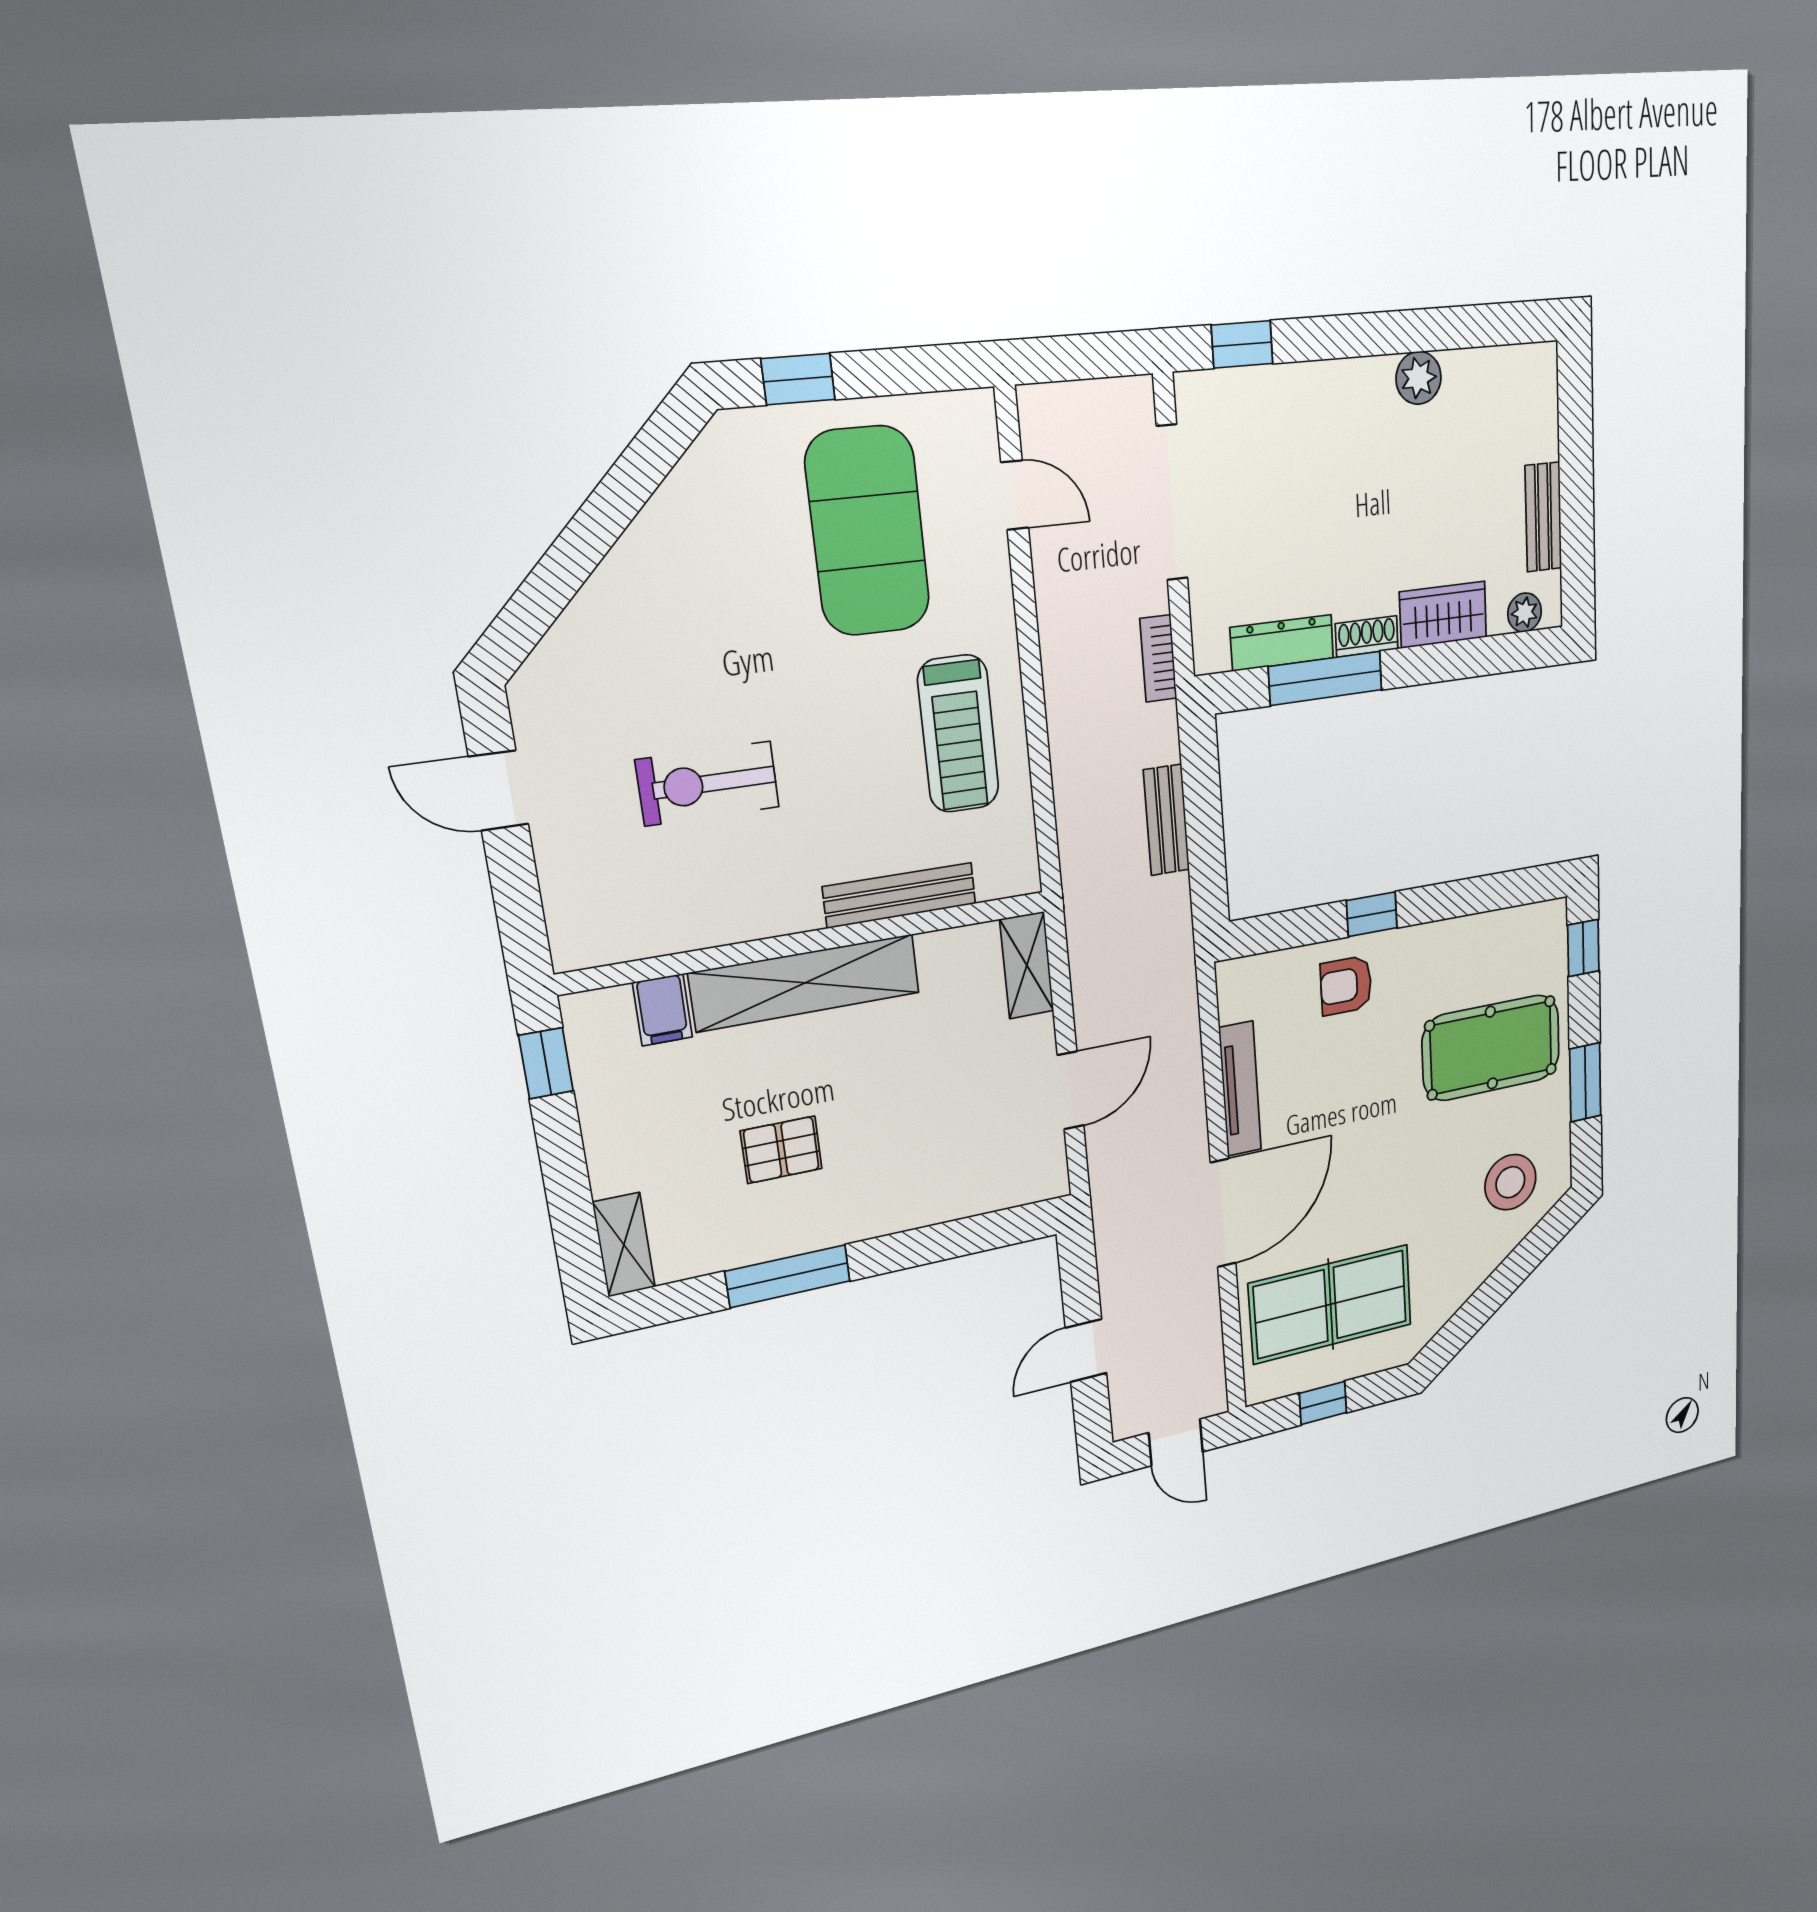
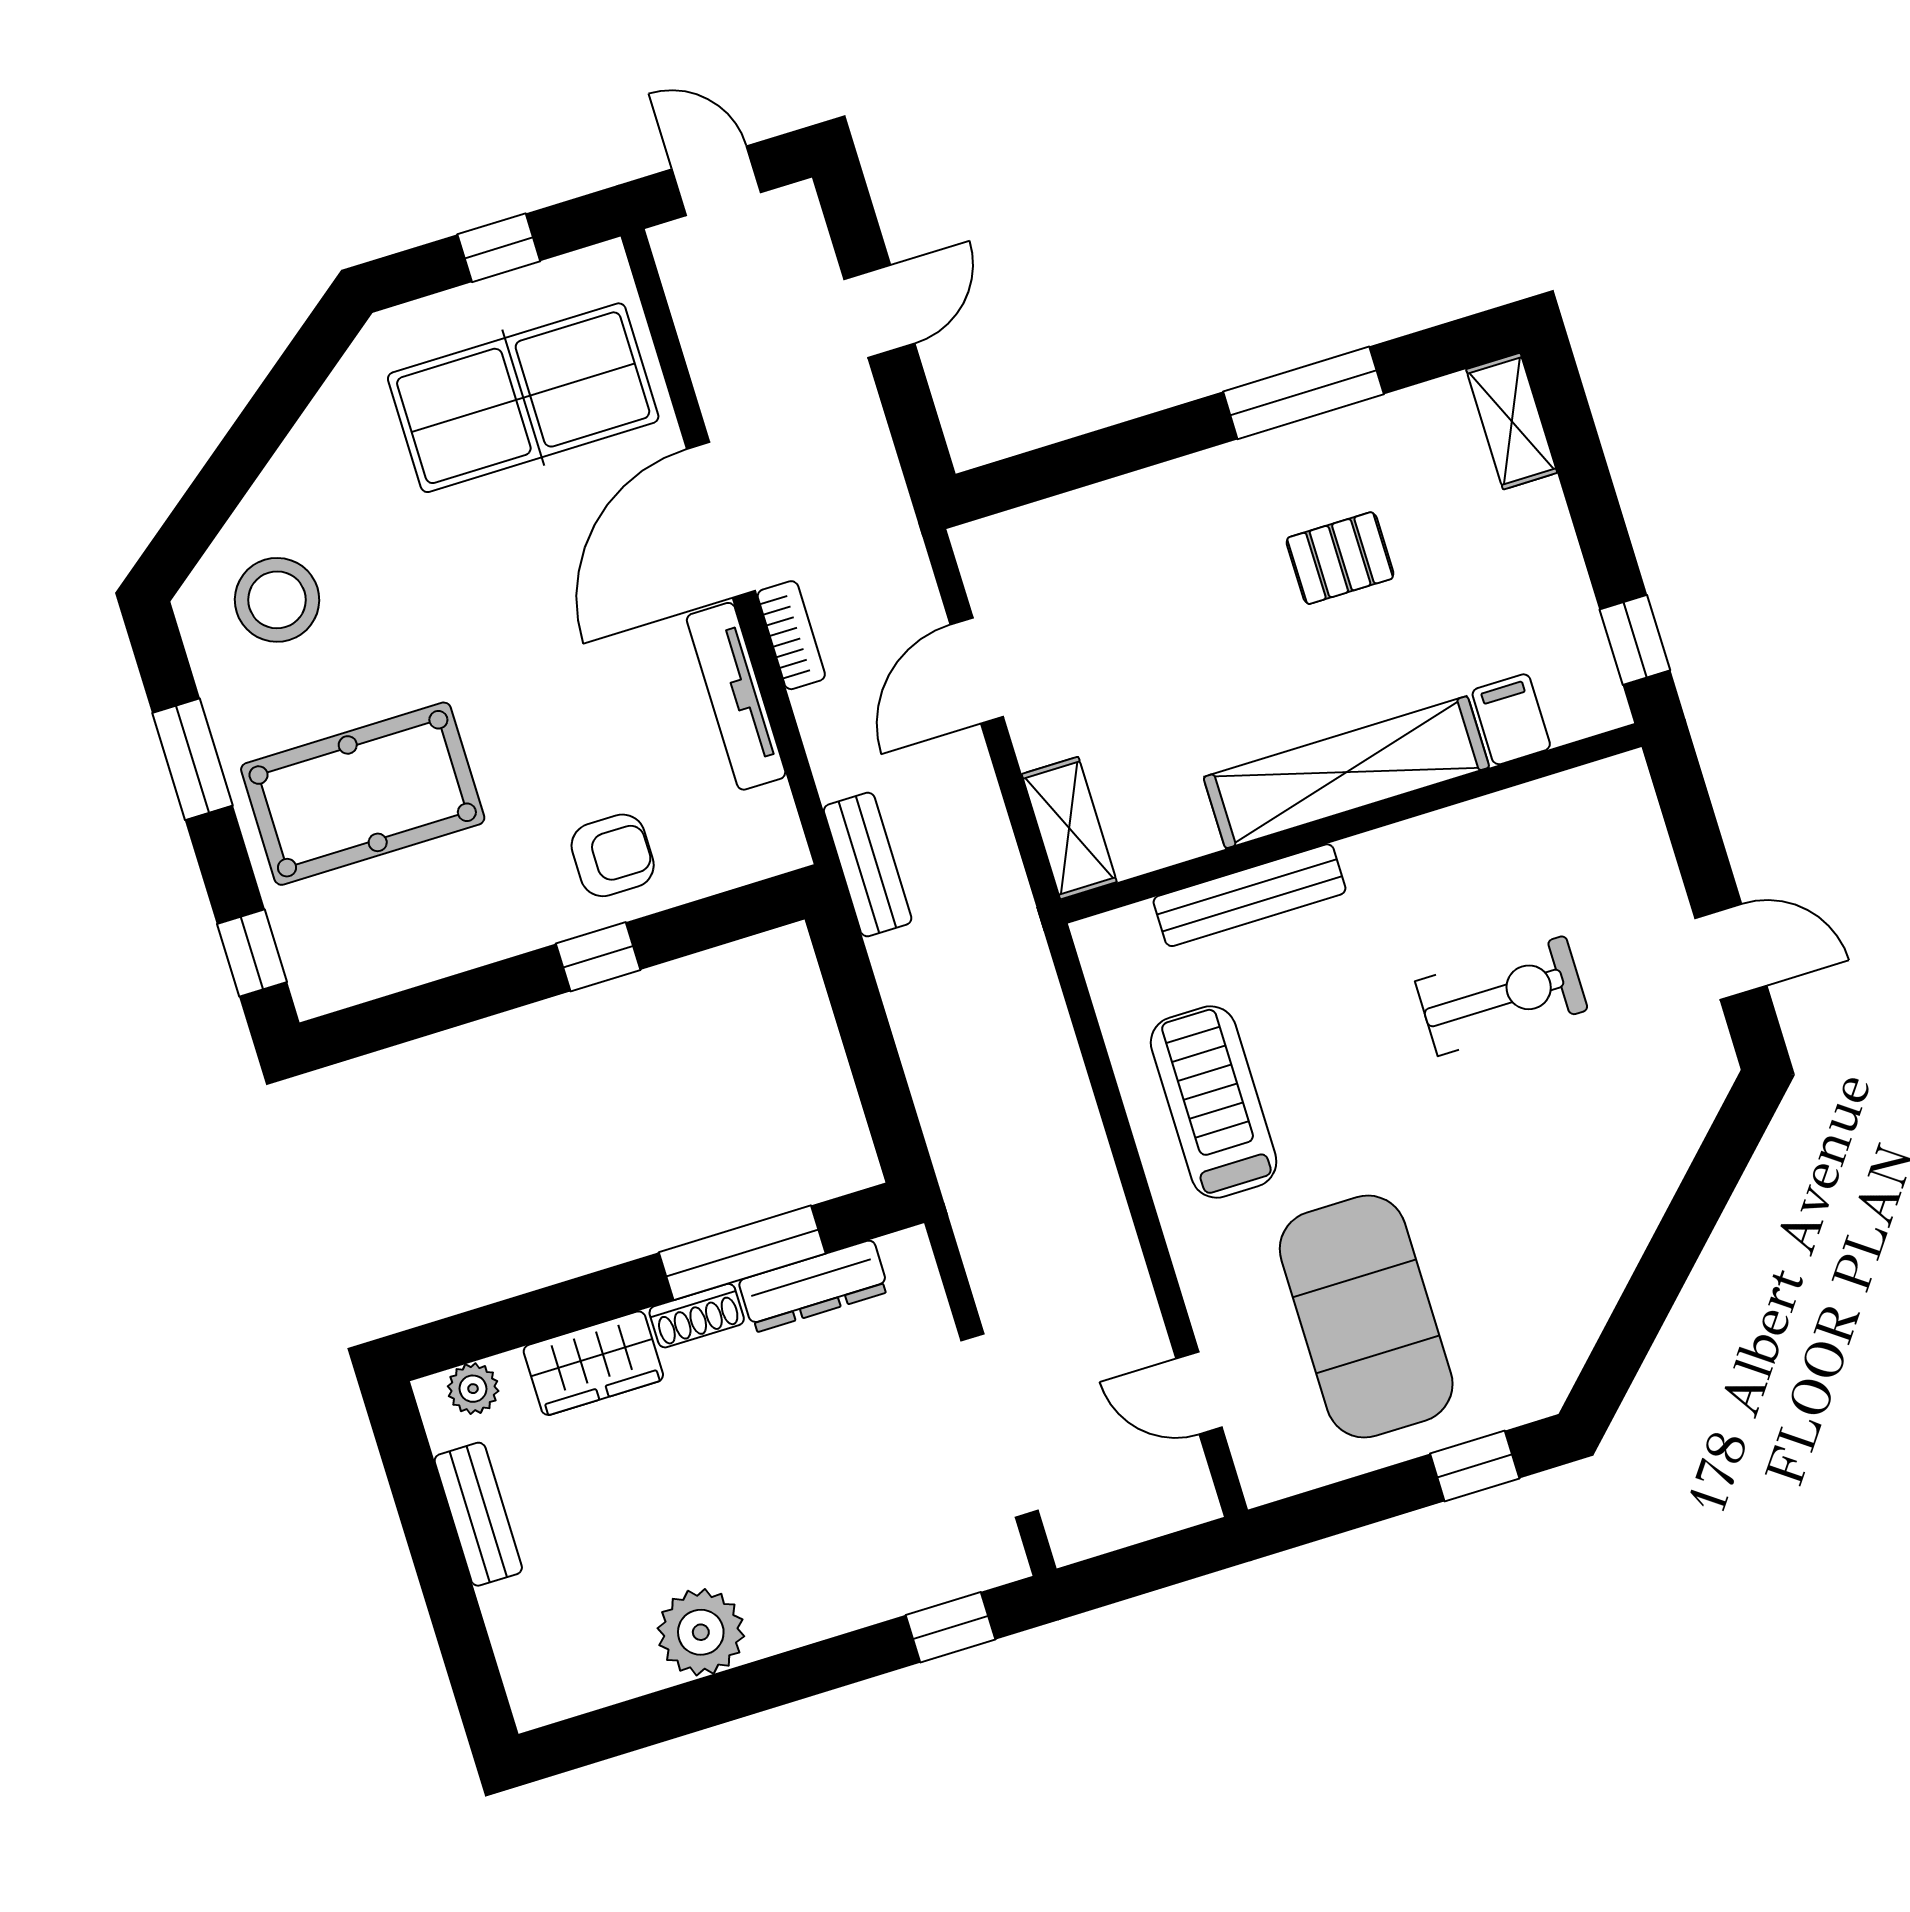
plant: (1419, 378) -> (701, 1632), width x1.36, depth x1.36
bookcase: (1158, 658) -> (791, 635), moved
bench: (1166, 820) -> (868, 864), moved

